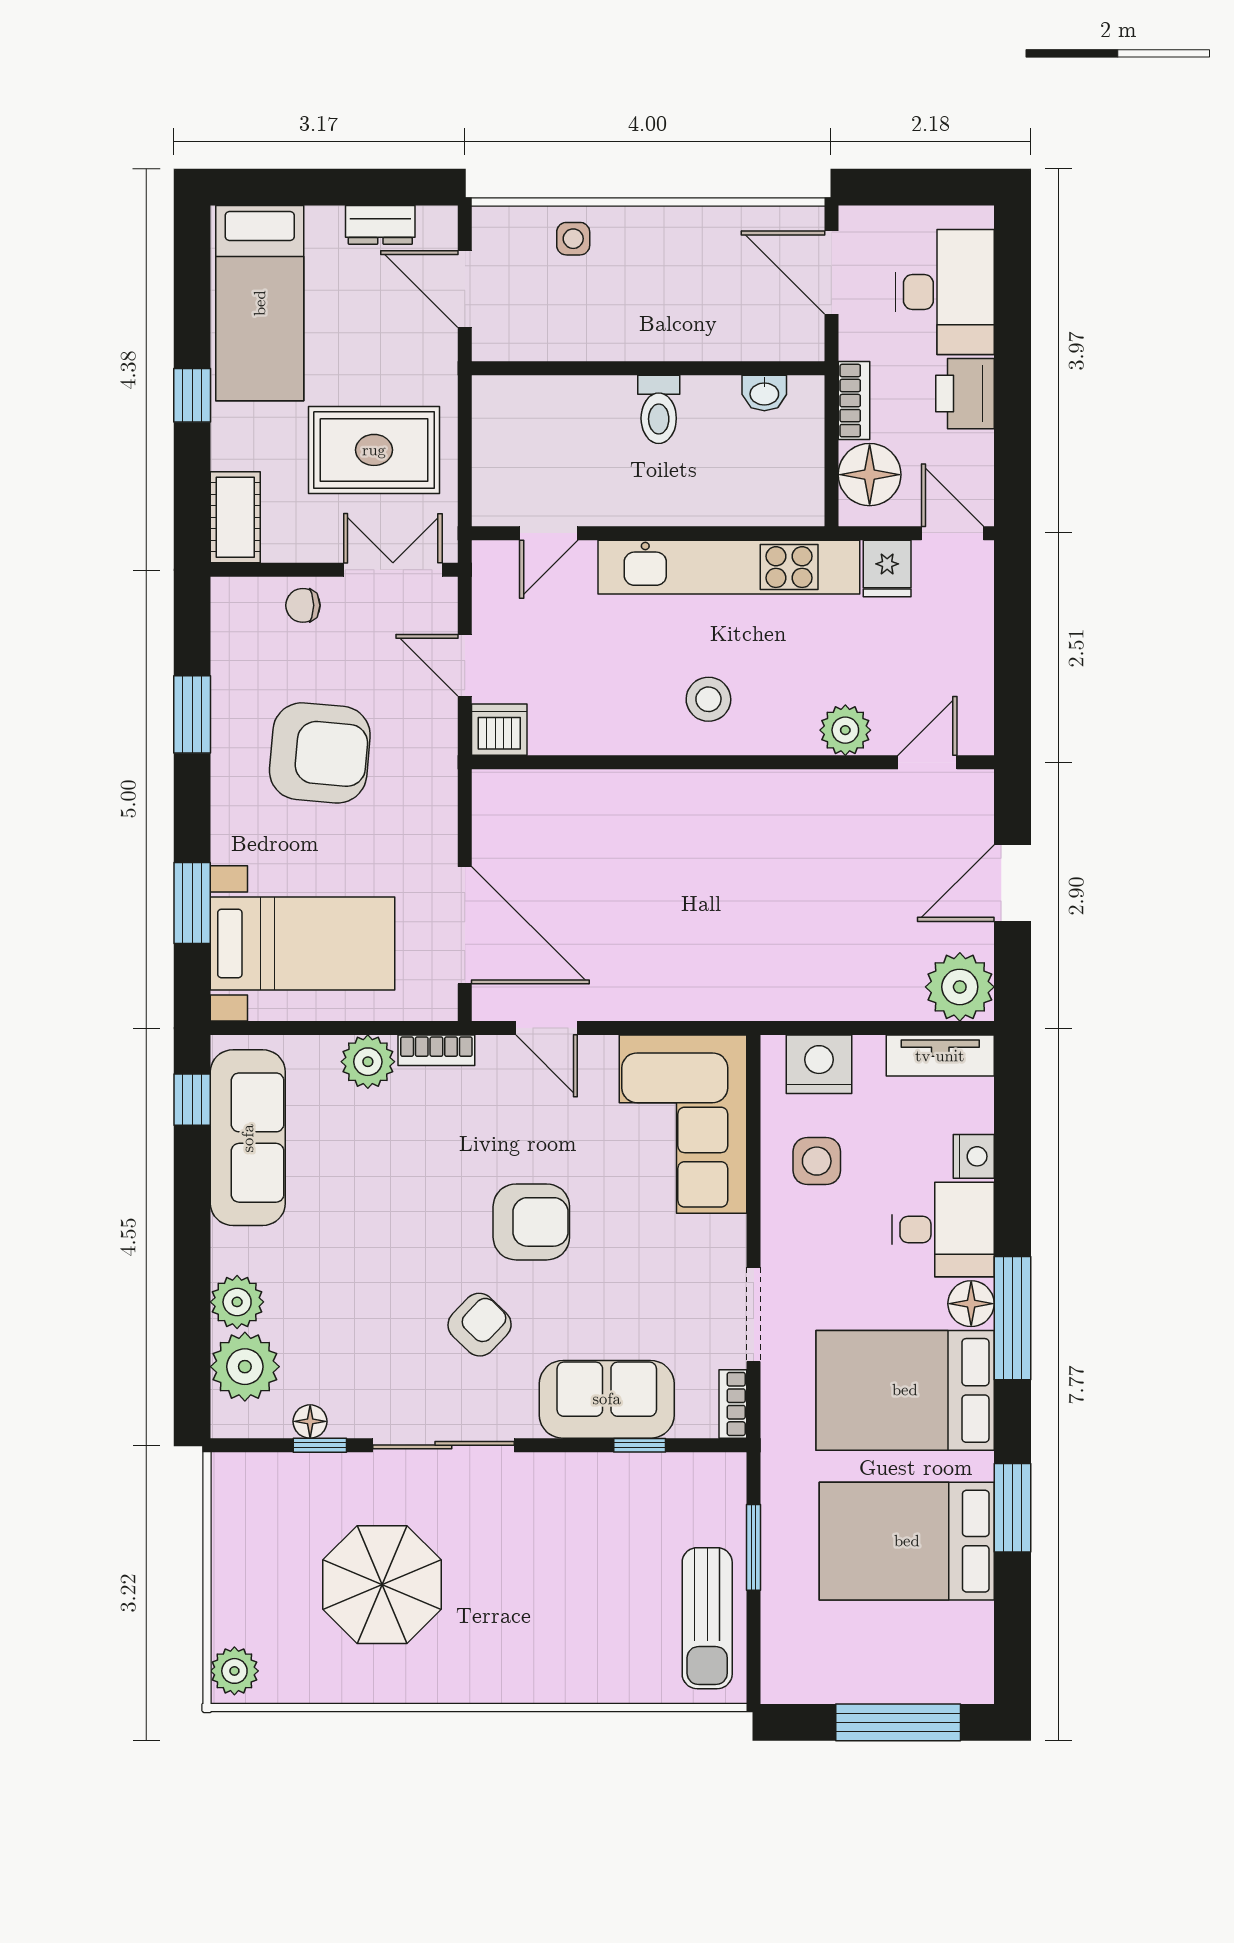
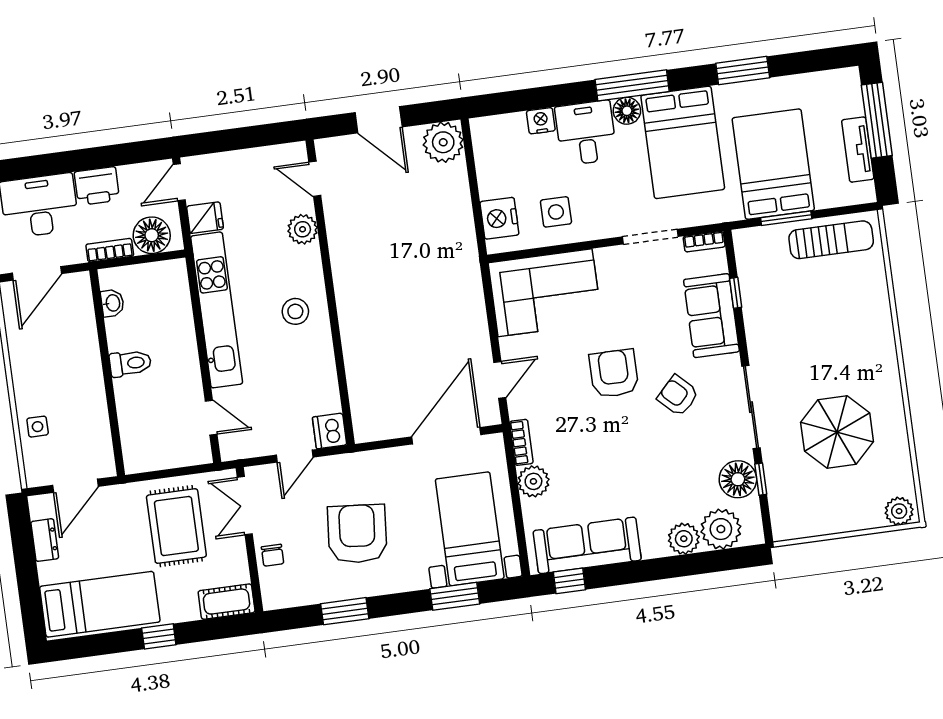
tv unit: (940, 1056) -> (858, 150), moved, turned 180
floor lamp: (310, 1421) -> (738, 479), width x1.89, depth x1.89
bed: (907, 1541) -> (773, 164), moved, turned 180

